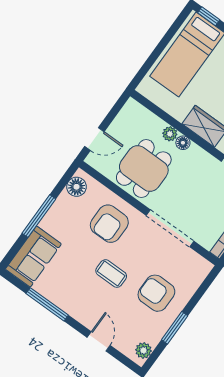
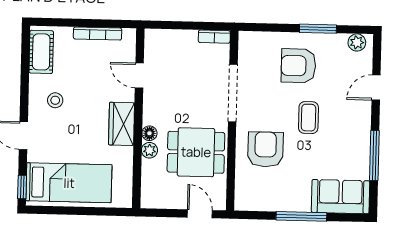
floor lamp: (77, 187) -> (253, 201), removed
armchair: (109, 224) -> (266, 149), turned -90
armchair: (156, 293) -> (298, 66), turned 90

